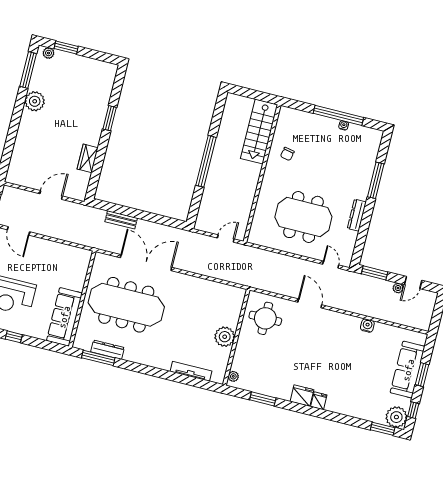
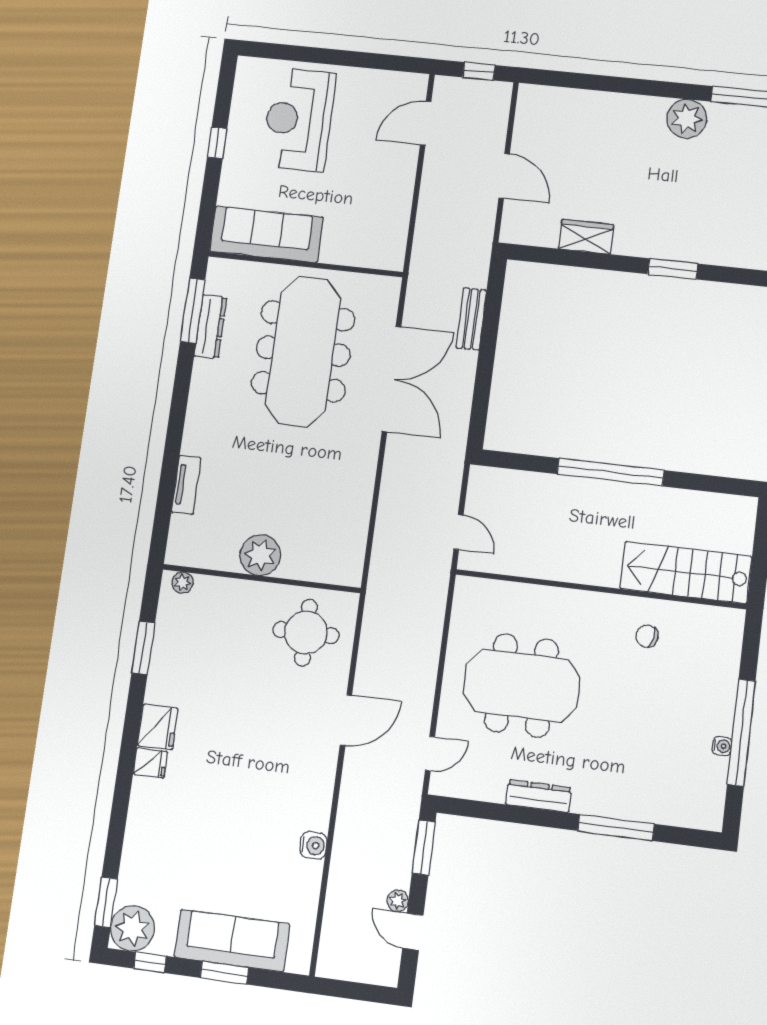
meeting table: (303, 217) -> (521, 685), turned 90
tv unit: (191, 371) -> (186, 485), width x0.71

